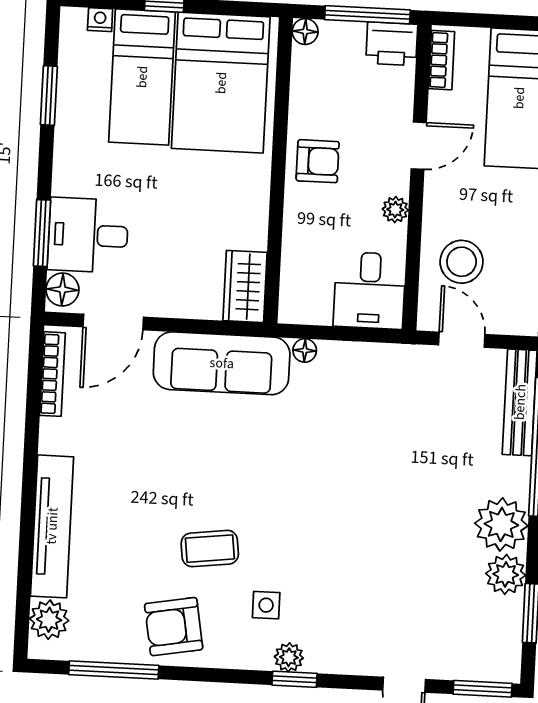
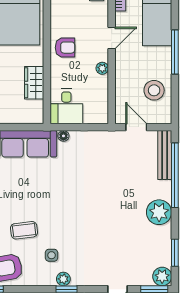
stool: (462, 262) -> (154, 90), moved
wardrobe: (245, 287) -> (34, 83), moved
desk: (370, 290) -> (66, 106), moved
plant: (506, 574) -> (162, 276), moved

